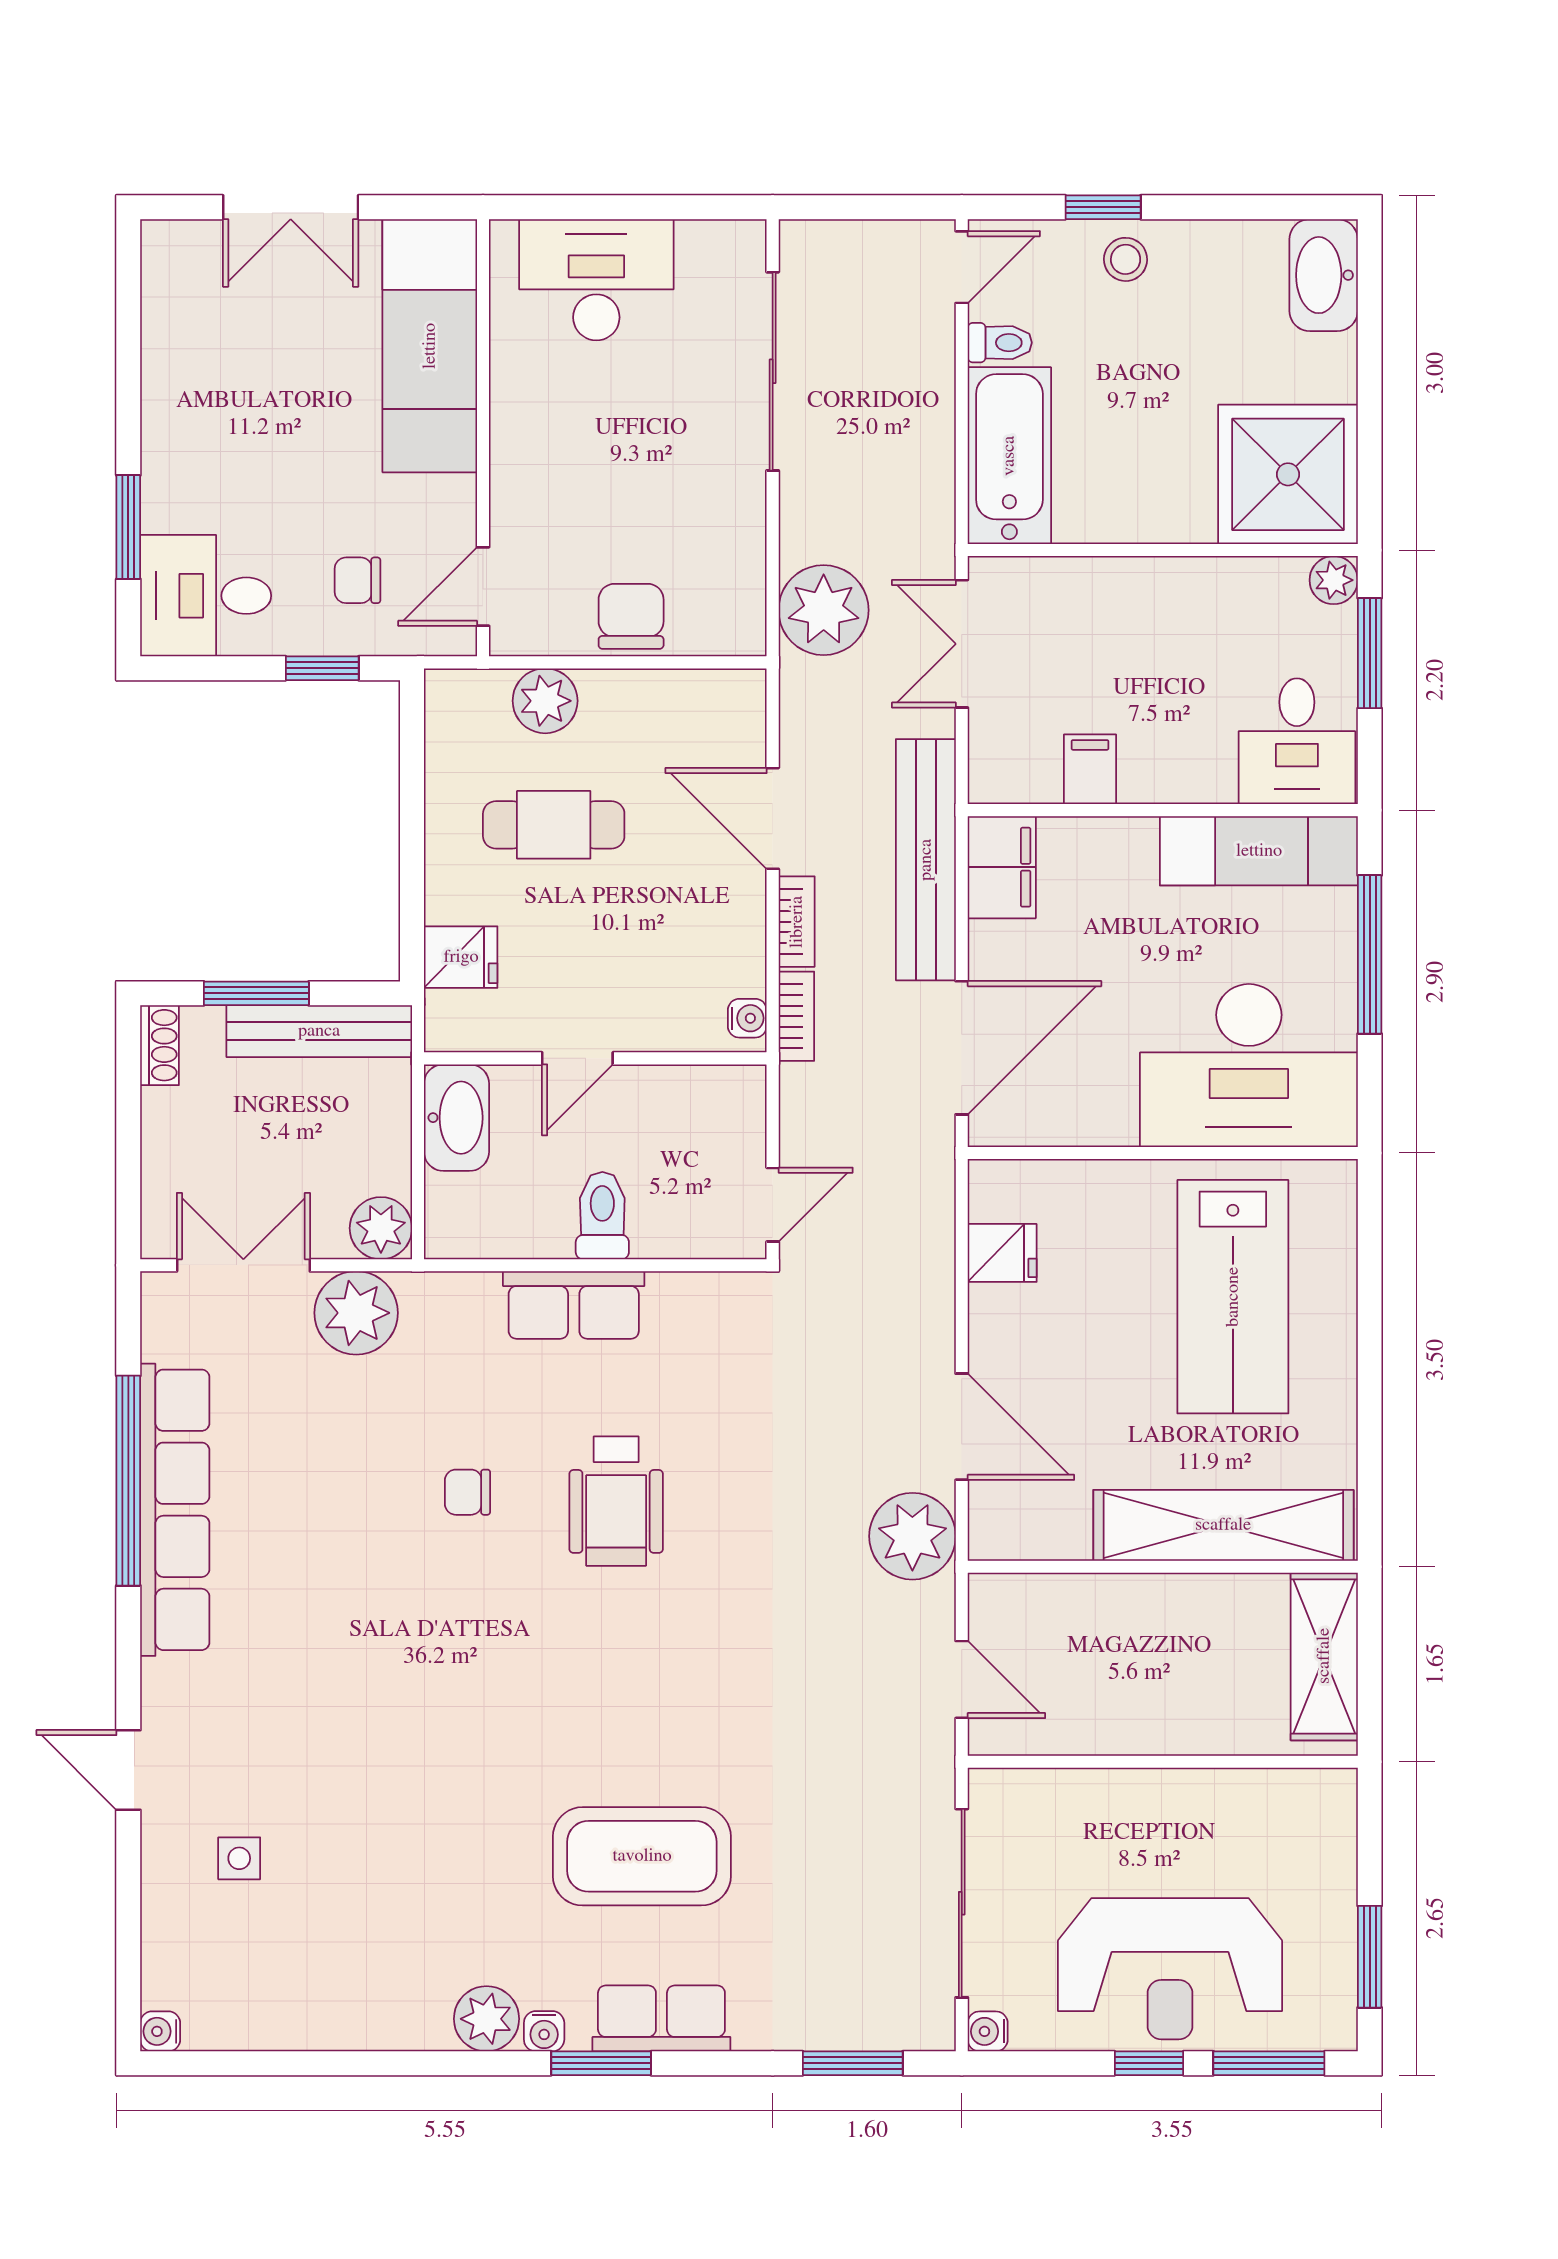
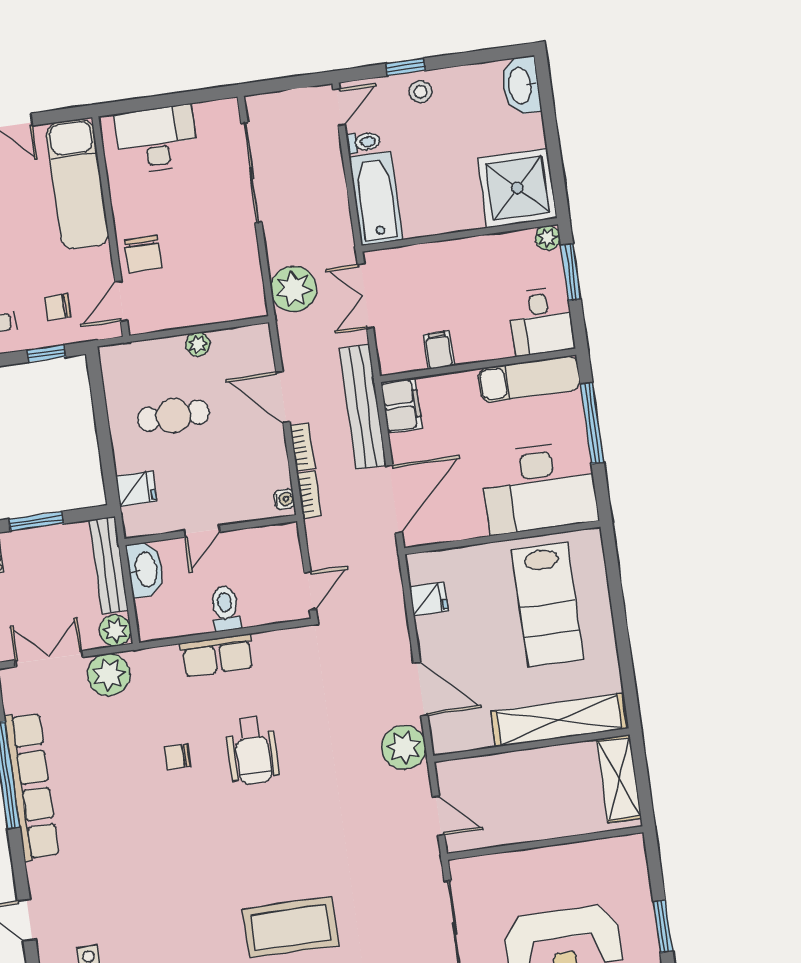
chair: (631, 616) -> (143, 254), moved, turned 180
plant: (545, 701) -> (198, 344), moved, width x0.73, depth x0.73
bench: (319, 1031) -> (109, 565), moved, turned 90

